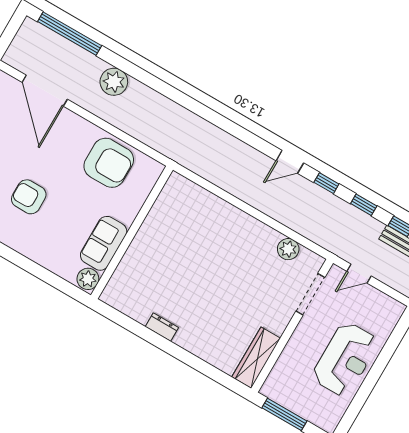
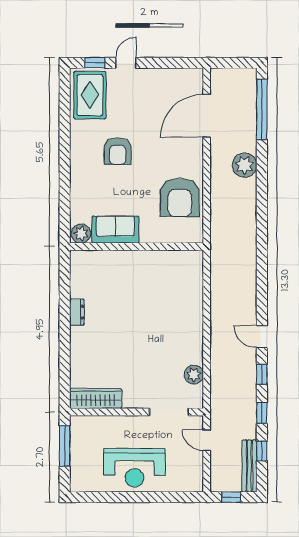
armchair: (29, 197) -> (118, 151), turned 180

